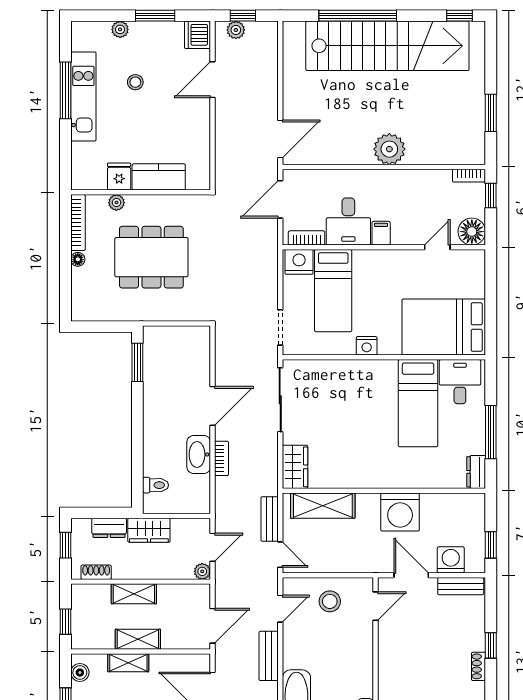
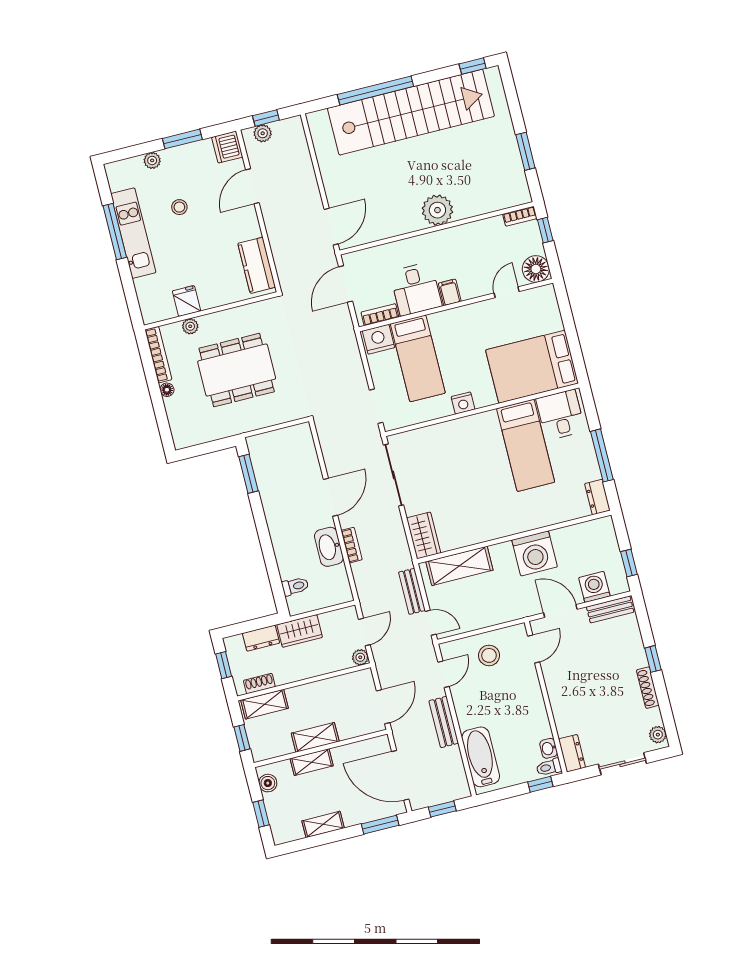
kitchen counter: (159, 177) -> (257, 265), moved, turned -90
shelving: (134, 594) -> (265, 704), moved
shoe rack: (479, 666) -> (648, 688), width x1.43

